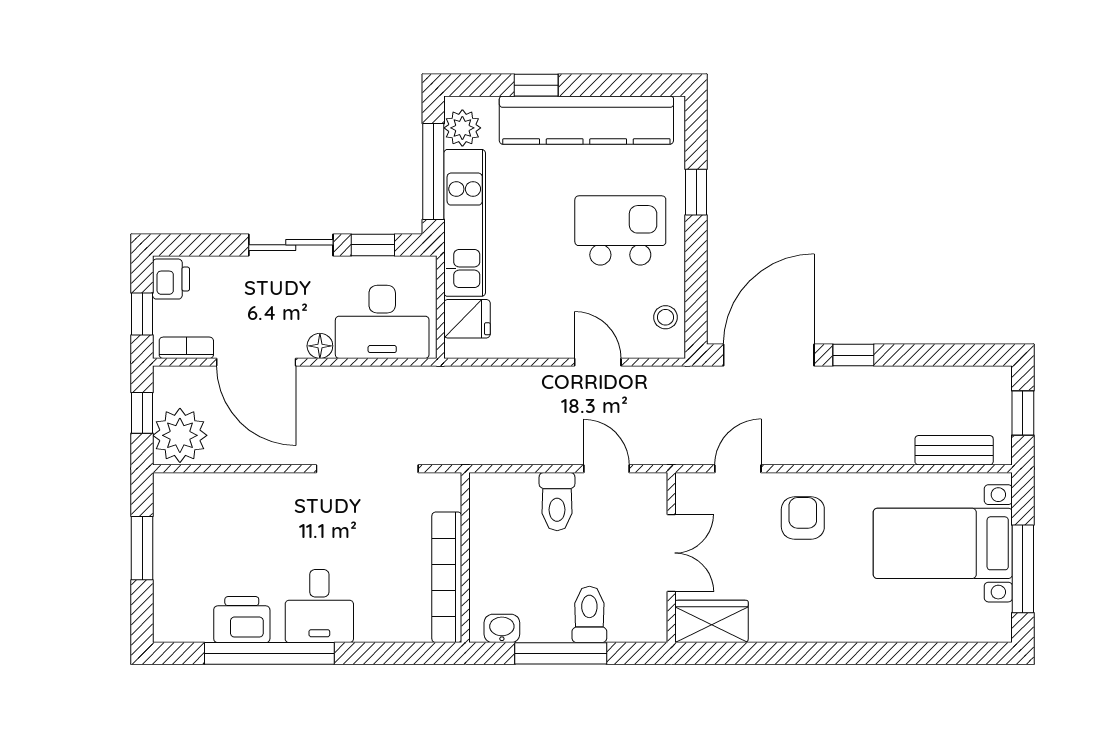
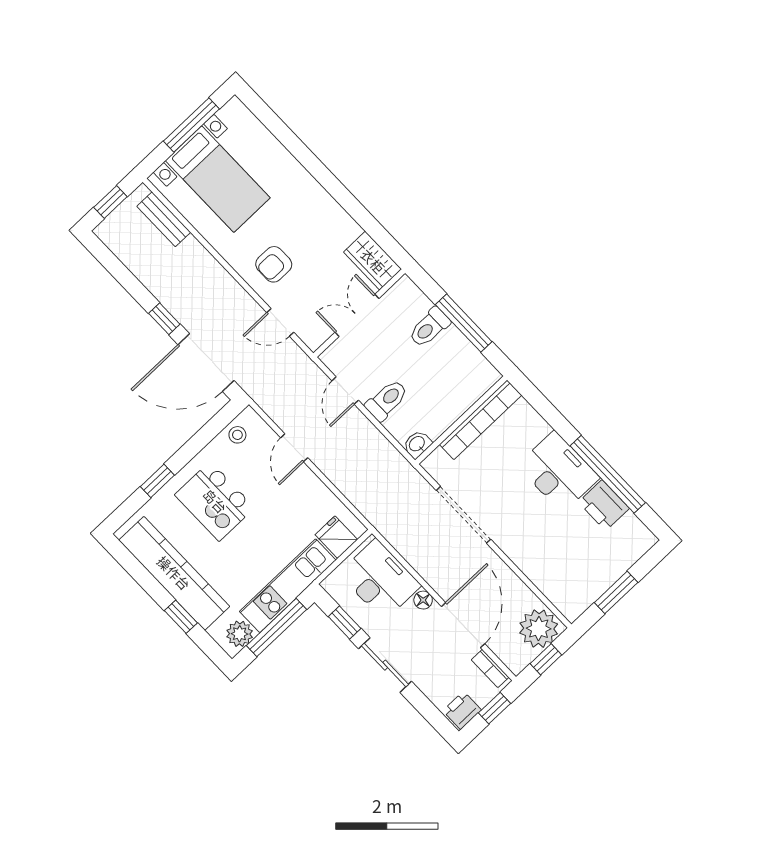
desk: (319, 606) -> (558, 472), width x1.37
washbasin: (502, 628) -> (417, 444), moved, turned 90

